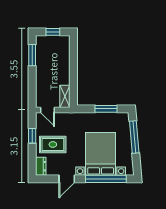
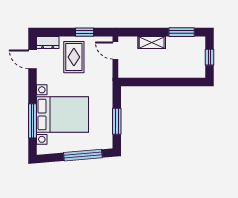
shelving: (65, 96) -> (152, 42), moved
door: (47, 110) -> (115, 51), hinge flipped
door: (67, 179) -> (32, 59), moved
window: (106, 179) -> (32, 121), width x0.68

